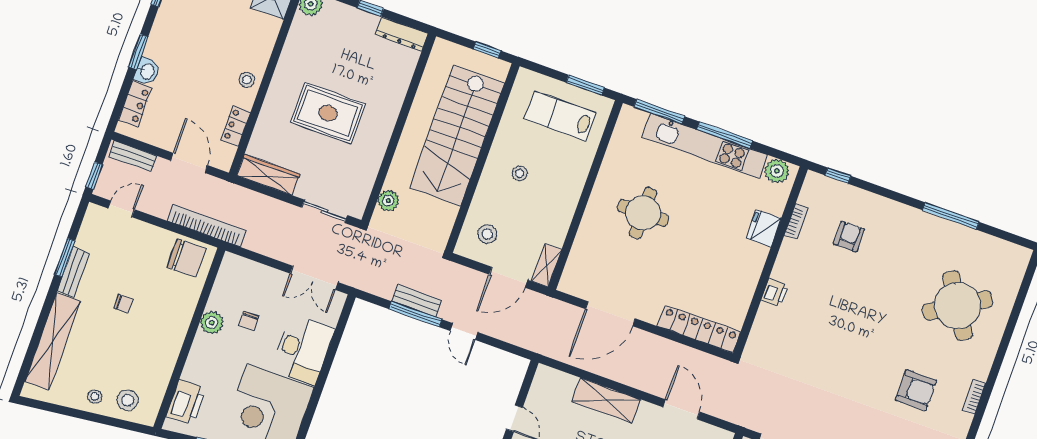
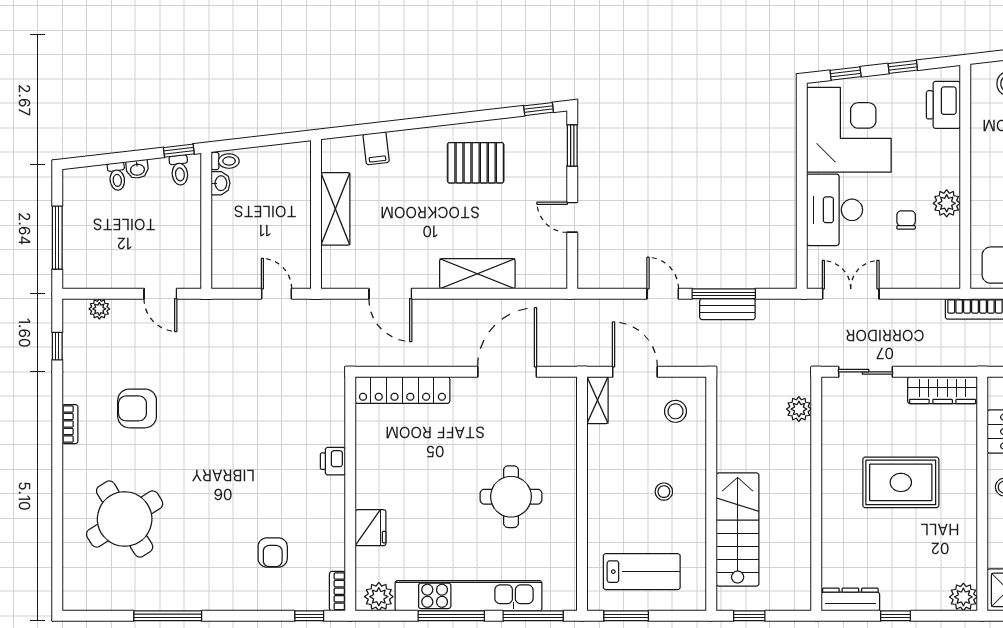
stairs: (457, 135) -> (738, 529), width x0.73, depth x0.66
bookcase: (796, 222) -> (337, 591), moved
door: (508, 277) -> (635, 372), hinge flipped

